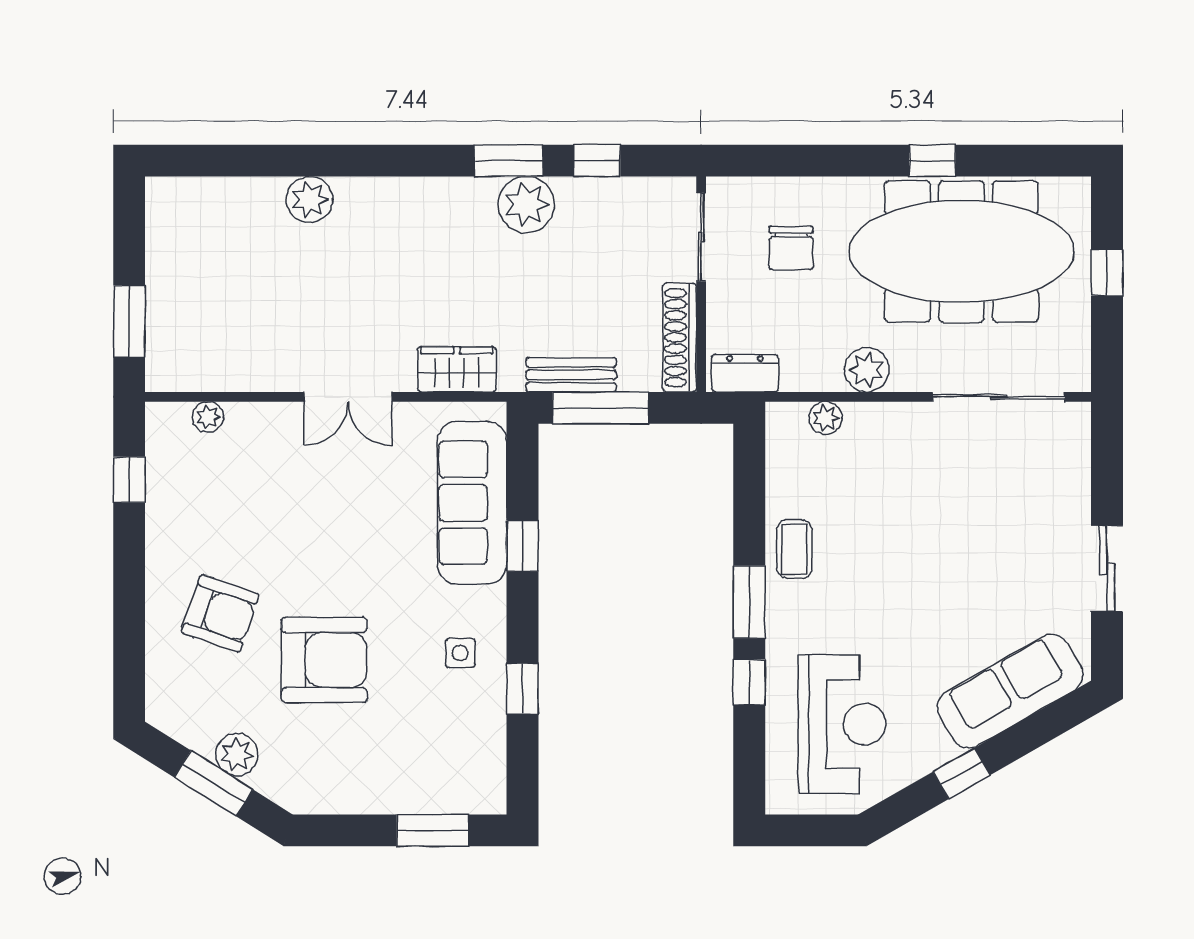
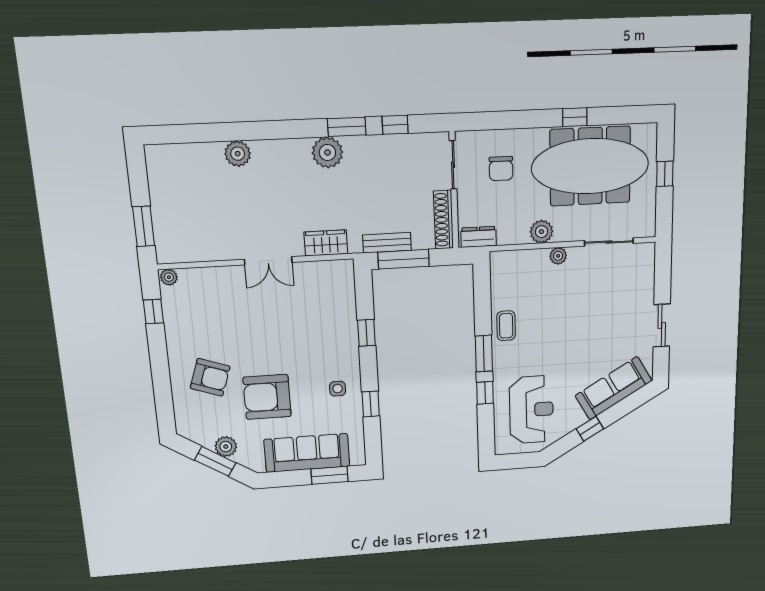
plant: (526, 205) -> (327, 152), moved
sliding door: (999, 397) -> (609, 242), width x0.73
plant: (208, 417) -> (169, 277), moved
plant: (826, 418) -> (558, 256), moved
sofa: (472, 503) -> (307, 453), moved, turned 90
armchair: (324, 660) -> (267, 397), turned 180

